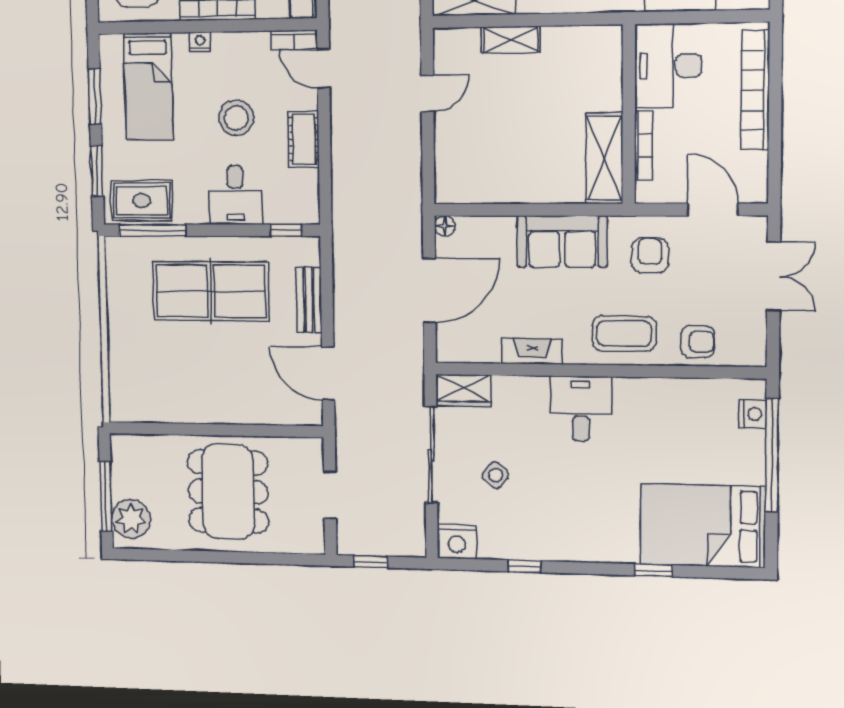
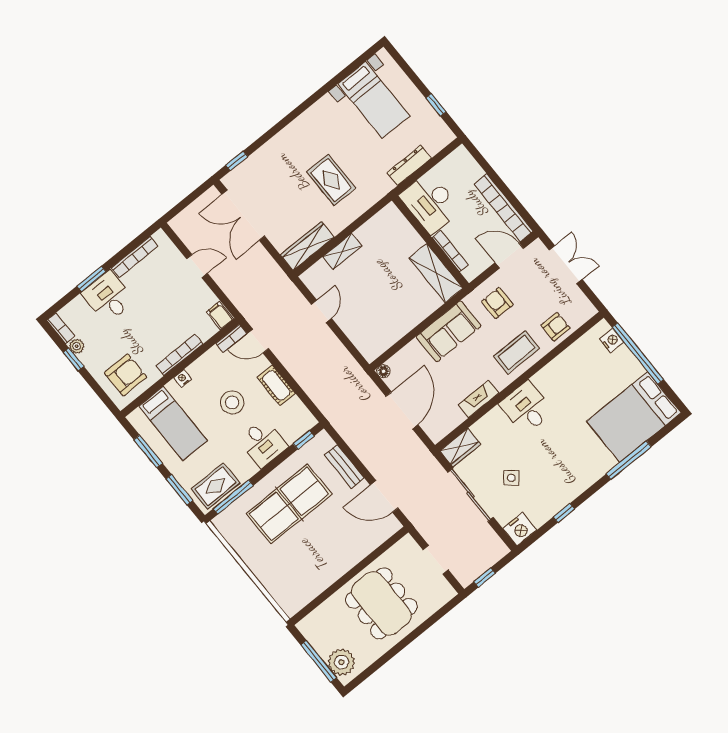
bookcase: (755, 90) -> (504, 208), moved
window: (653, 570) -> (629, 460), width x2.17

